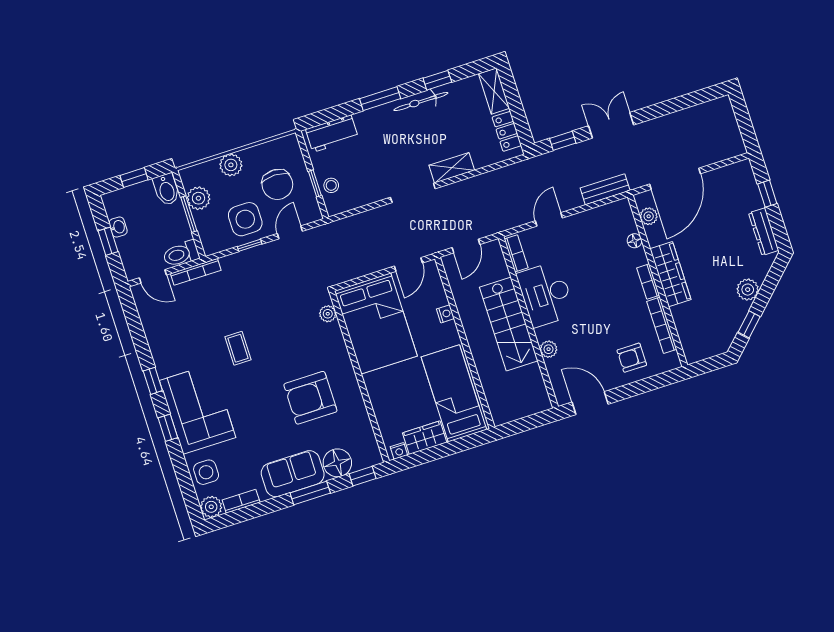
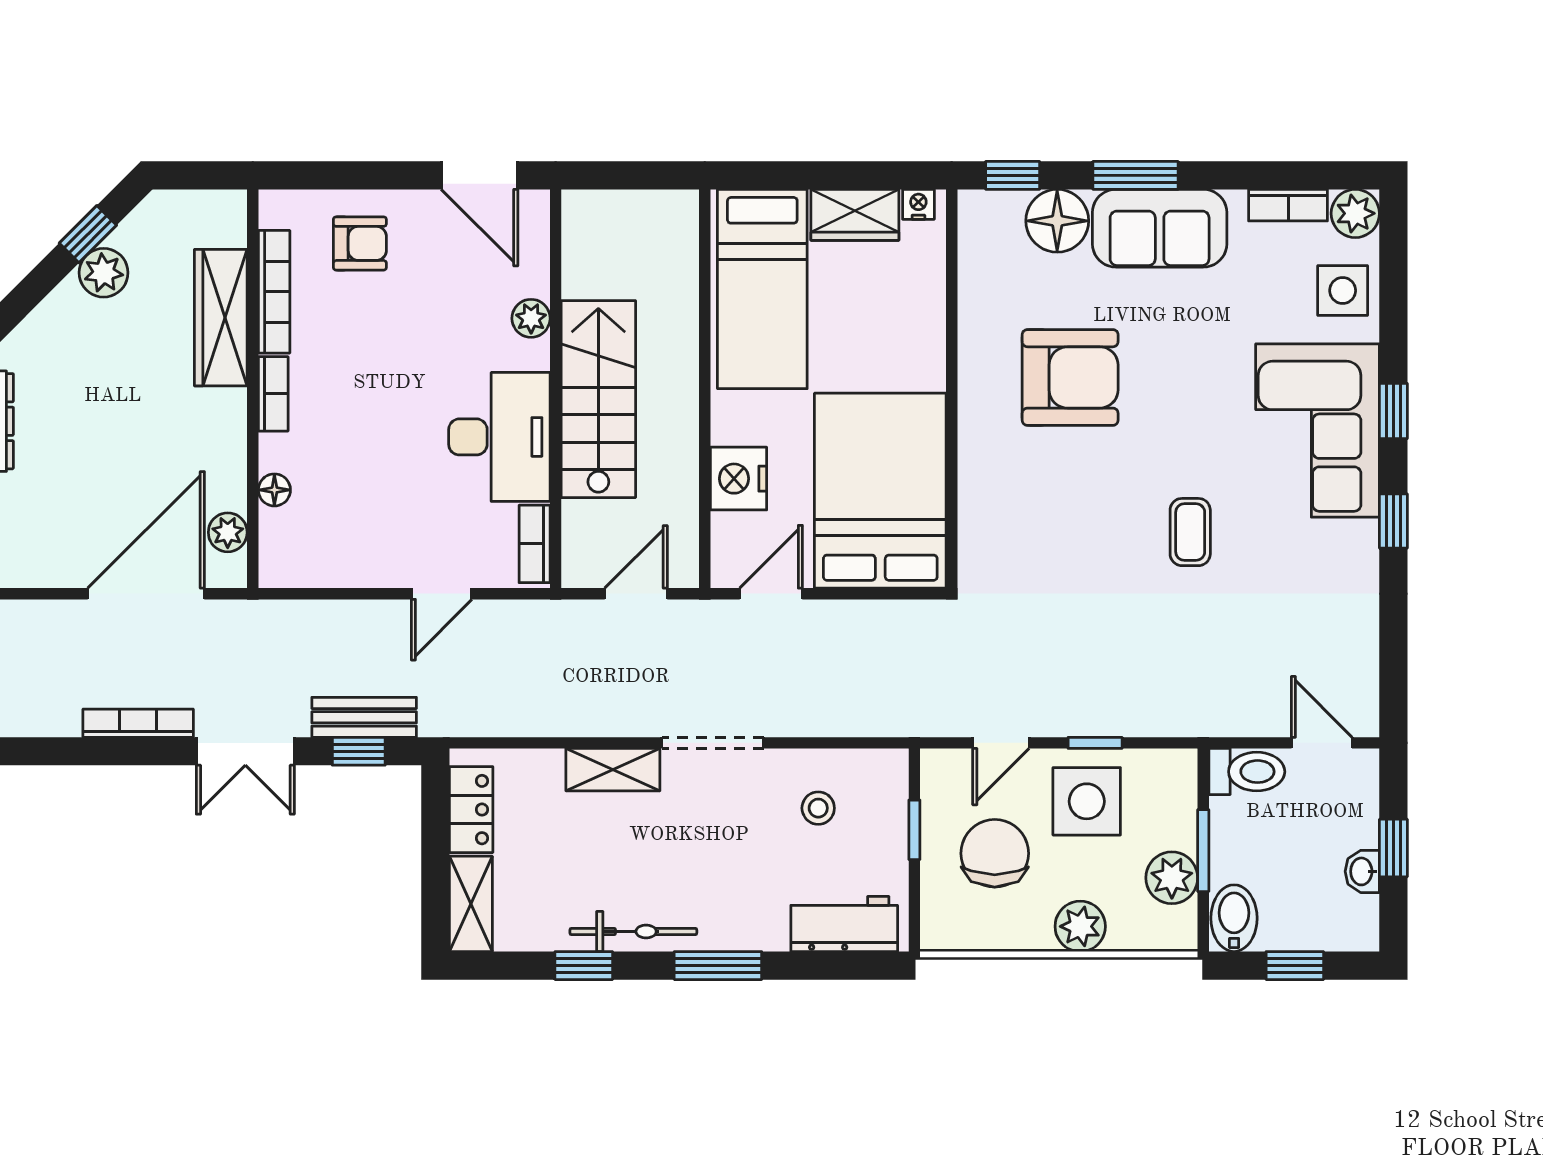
stool: (331, 185) -> (818, 808), moved
bench: (605, 189) -> (364, 717), moved
bookcase: (196, 272) -> (138, 723), moved
wardrobe: (670, 274) -> (221, 318), moved
plant: (748, 290) -> (104, 273), moved
plant: (328, 314) -> (976, 544), removed
nightstand: (445, 314) -> (738, 479), width x1.89, depth x1.79

